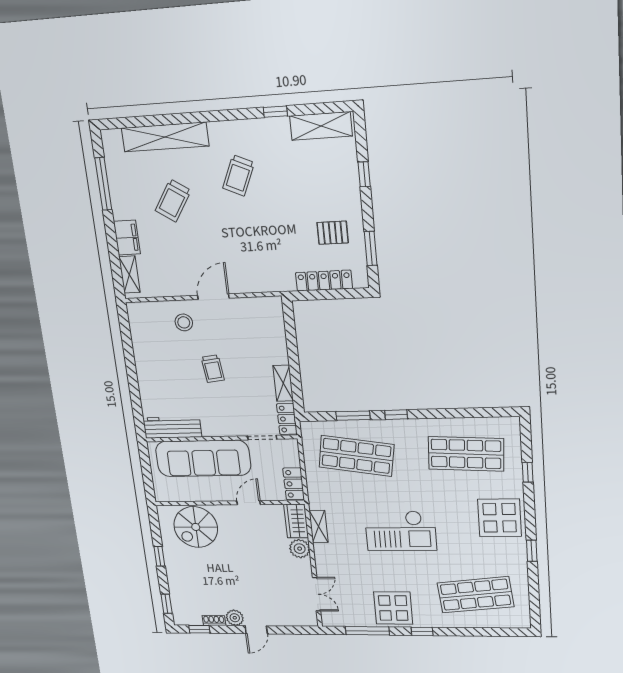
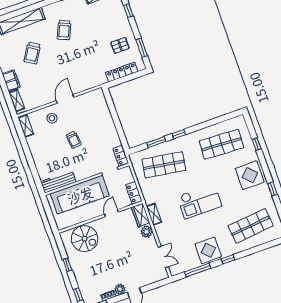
shelving: (283, 383) -> (26, 126), moved
spiral stairs: (196, 527) -> (85, 239), turned -90

